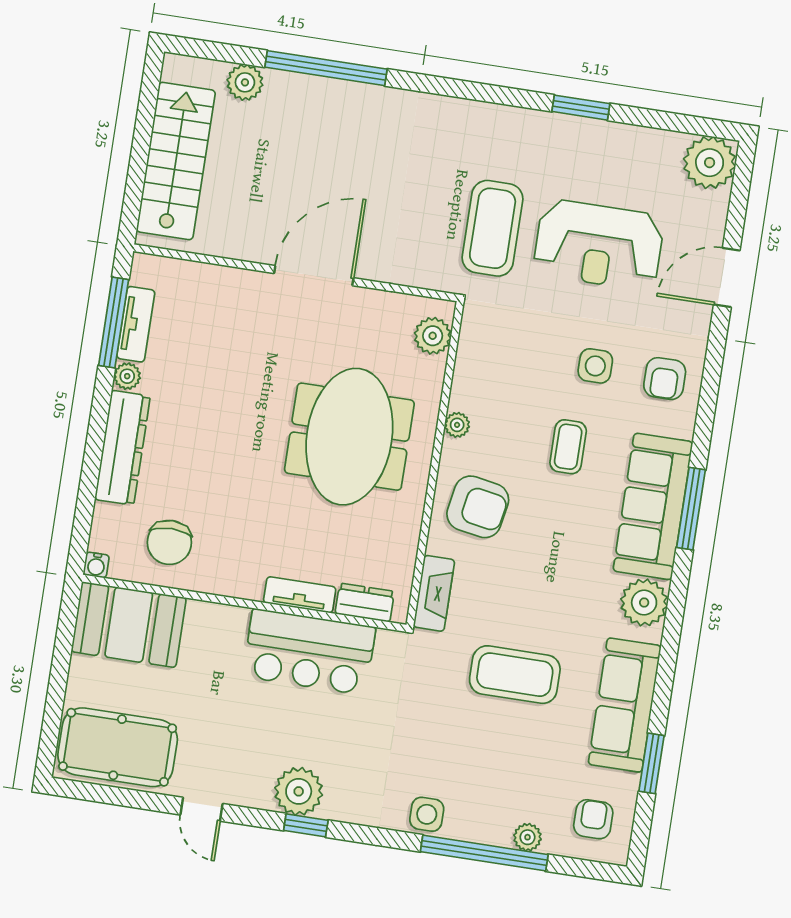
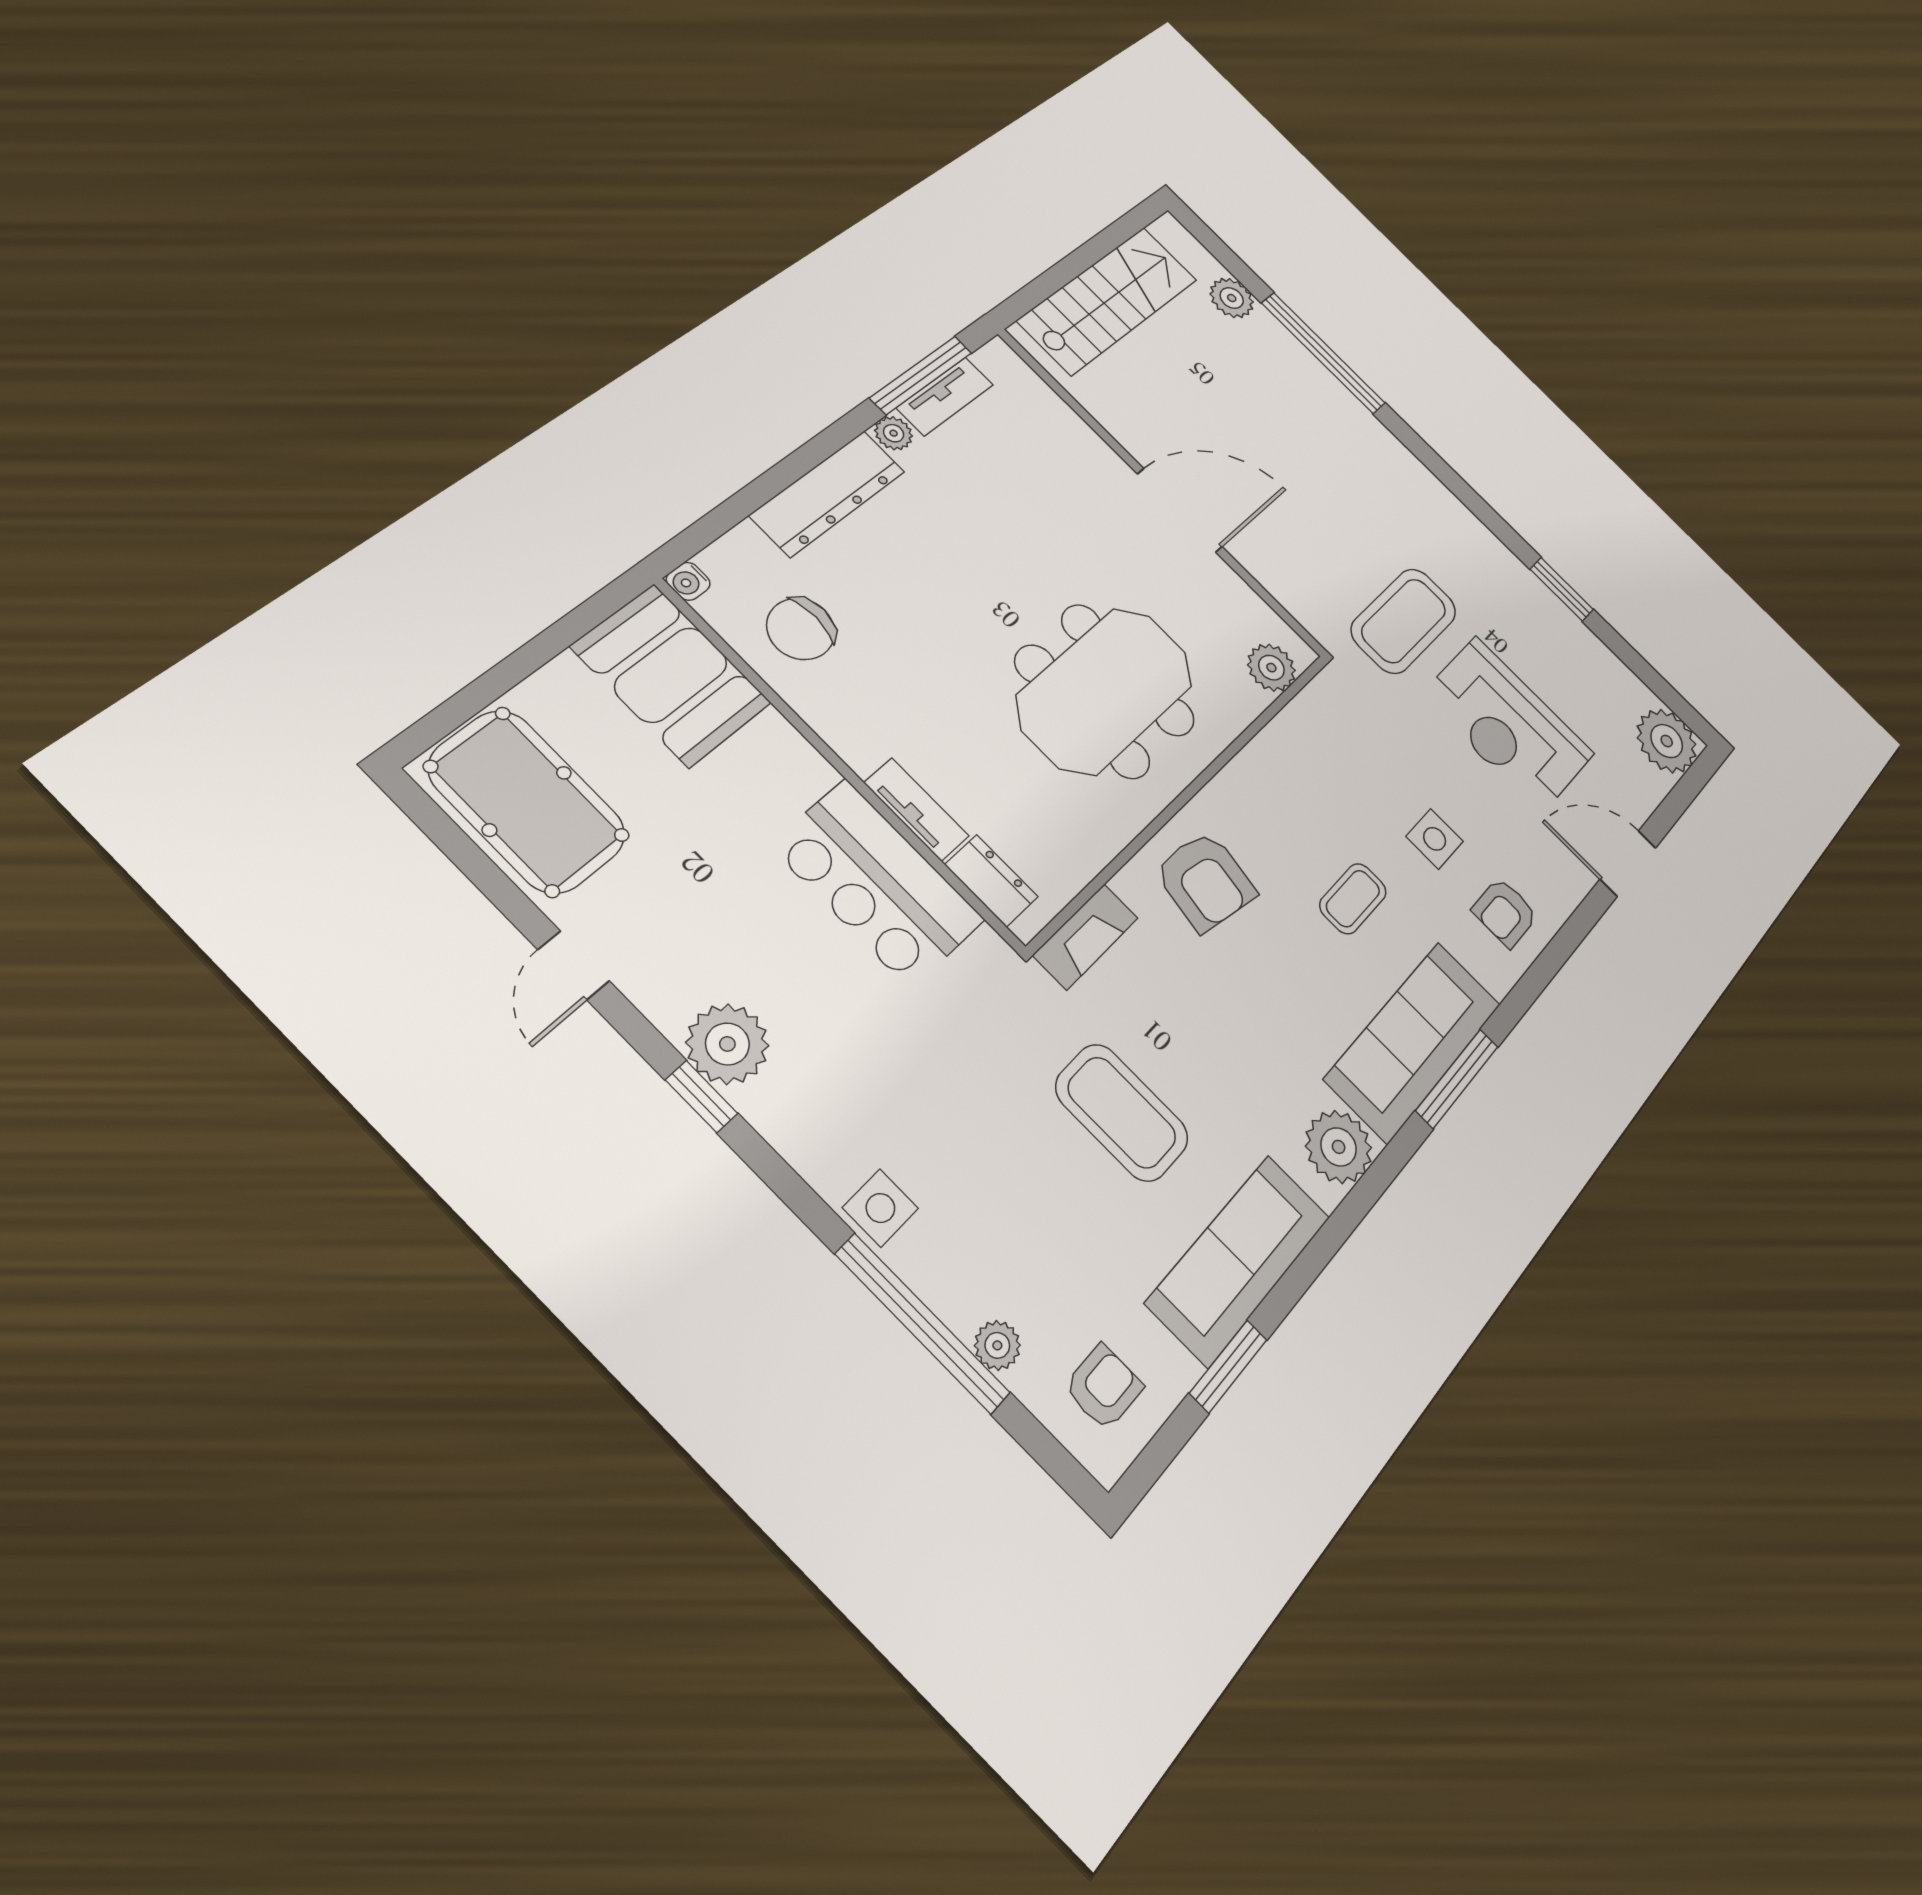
plant: (457, 425) -> (1239, 776), removed

